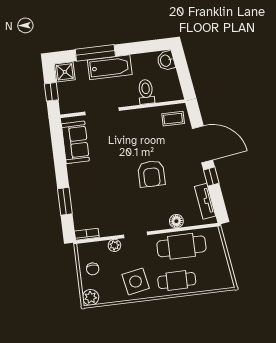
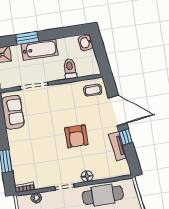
window: (95, 53) -> (27, 38), width x0.69
tv unit: (205, 201) -> (118, 146), moved
floor lamp: (176, 221) -> (87, 176), moved
plant: (114, 245) -> (36, 198), moved

